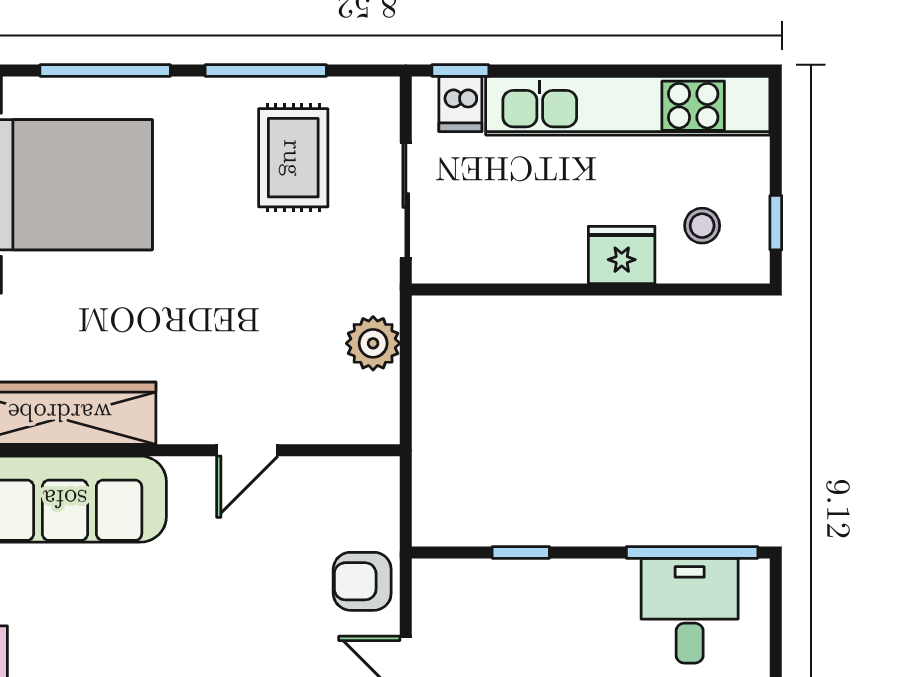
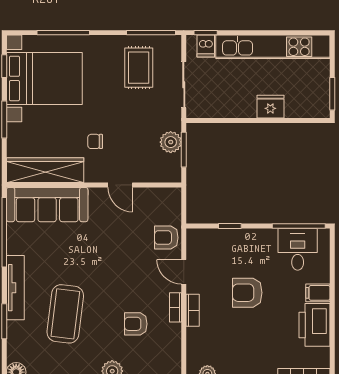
window: (266, 70) -> (151, 33), moved
window: (776, 223) -> (332, 94), width x1.50
stool: (702, 226) -> (303, 95), removed
chair: (185, 342) -> (95, 141), added
window: (406, 362) -> (184, 150), added
door: (247, 450) -> (120, 185), hinge flipped

